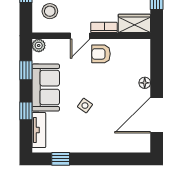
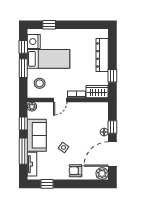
armchair: (101, 54) -> (76, 171), moved
window: (157, 75) -> (112, 127), added
window: (26, 111) -> (23, 151), width x2.17
plant: (142, 144) -> (102, 174), added

